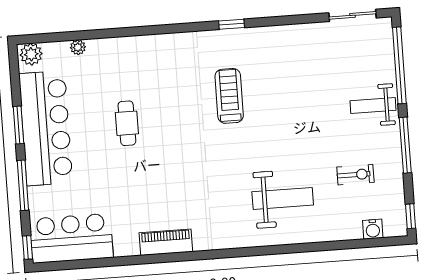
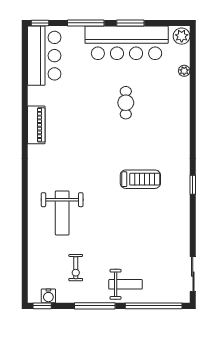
weight bench: (373, 106) -> (126, 284), turned 90
cafe table: (127, 123) -> (126, 103), turned 90
water cooler: (373, 229) -> (48, 296), moved, turned -90

